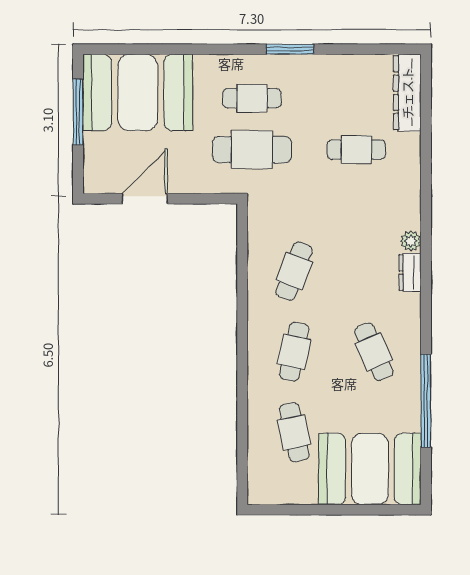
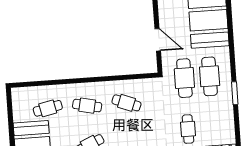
cafe table: (252, 98) -> (210, 76), width x1.37, depth x1.35
door: (145, 199) -> (158, 40), moved

